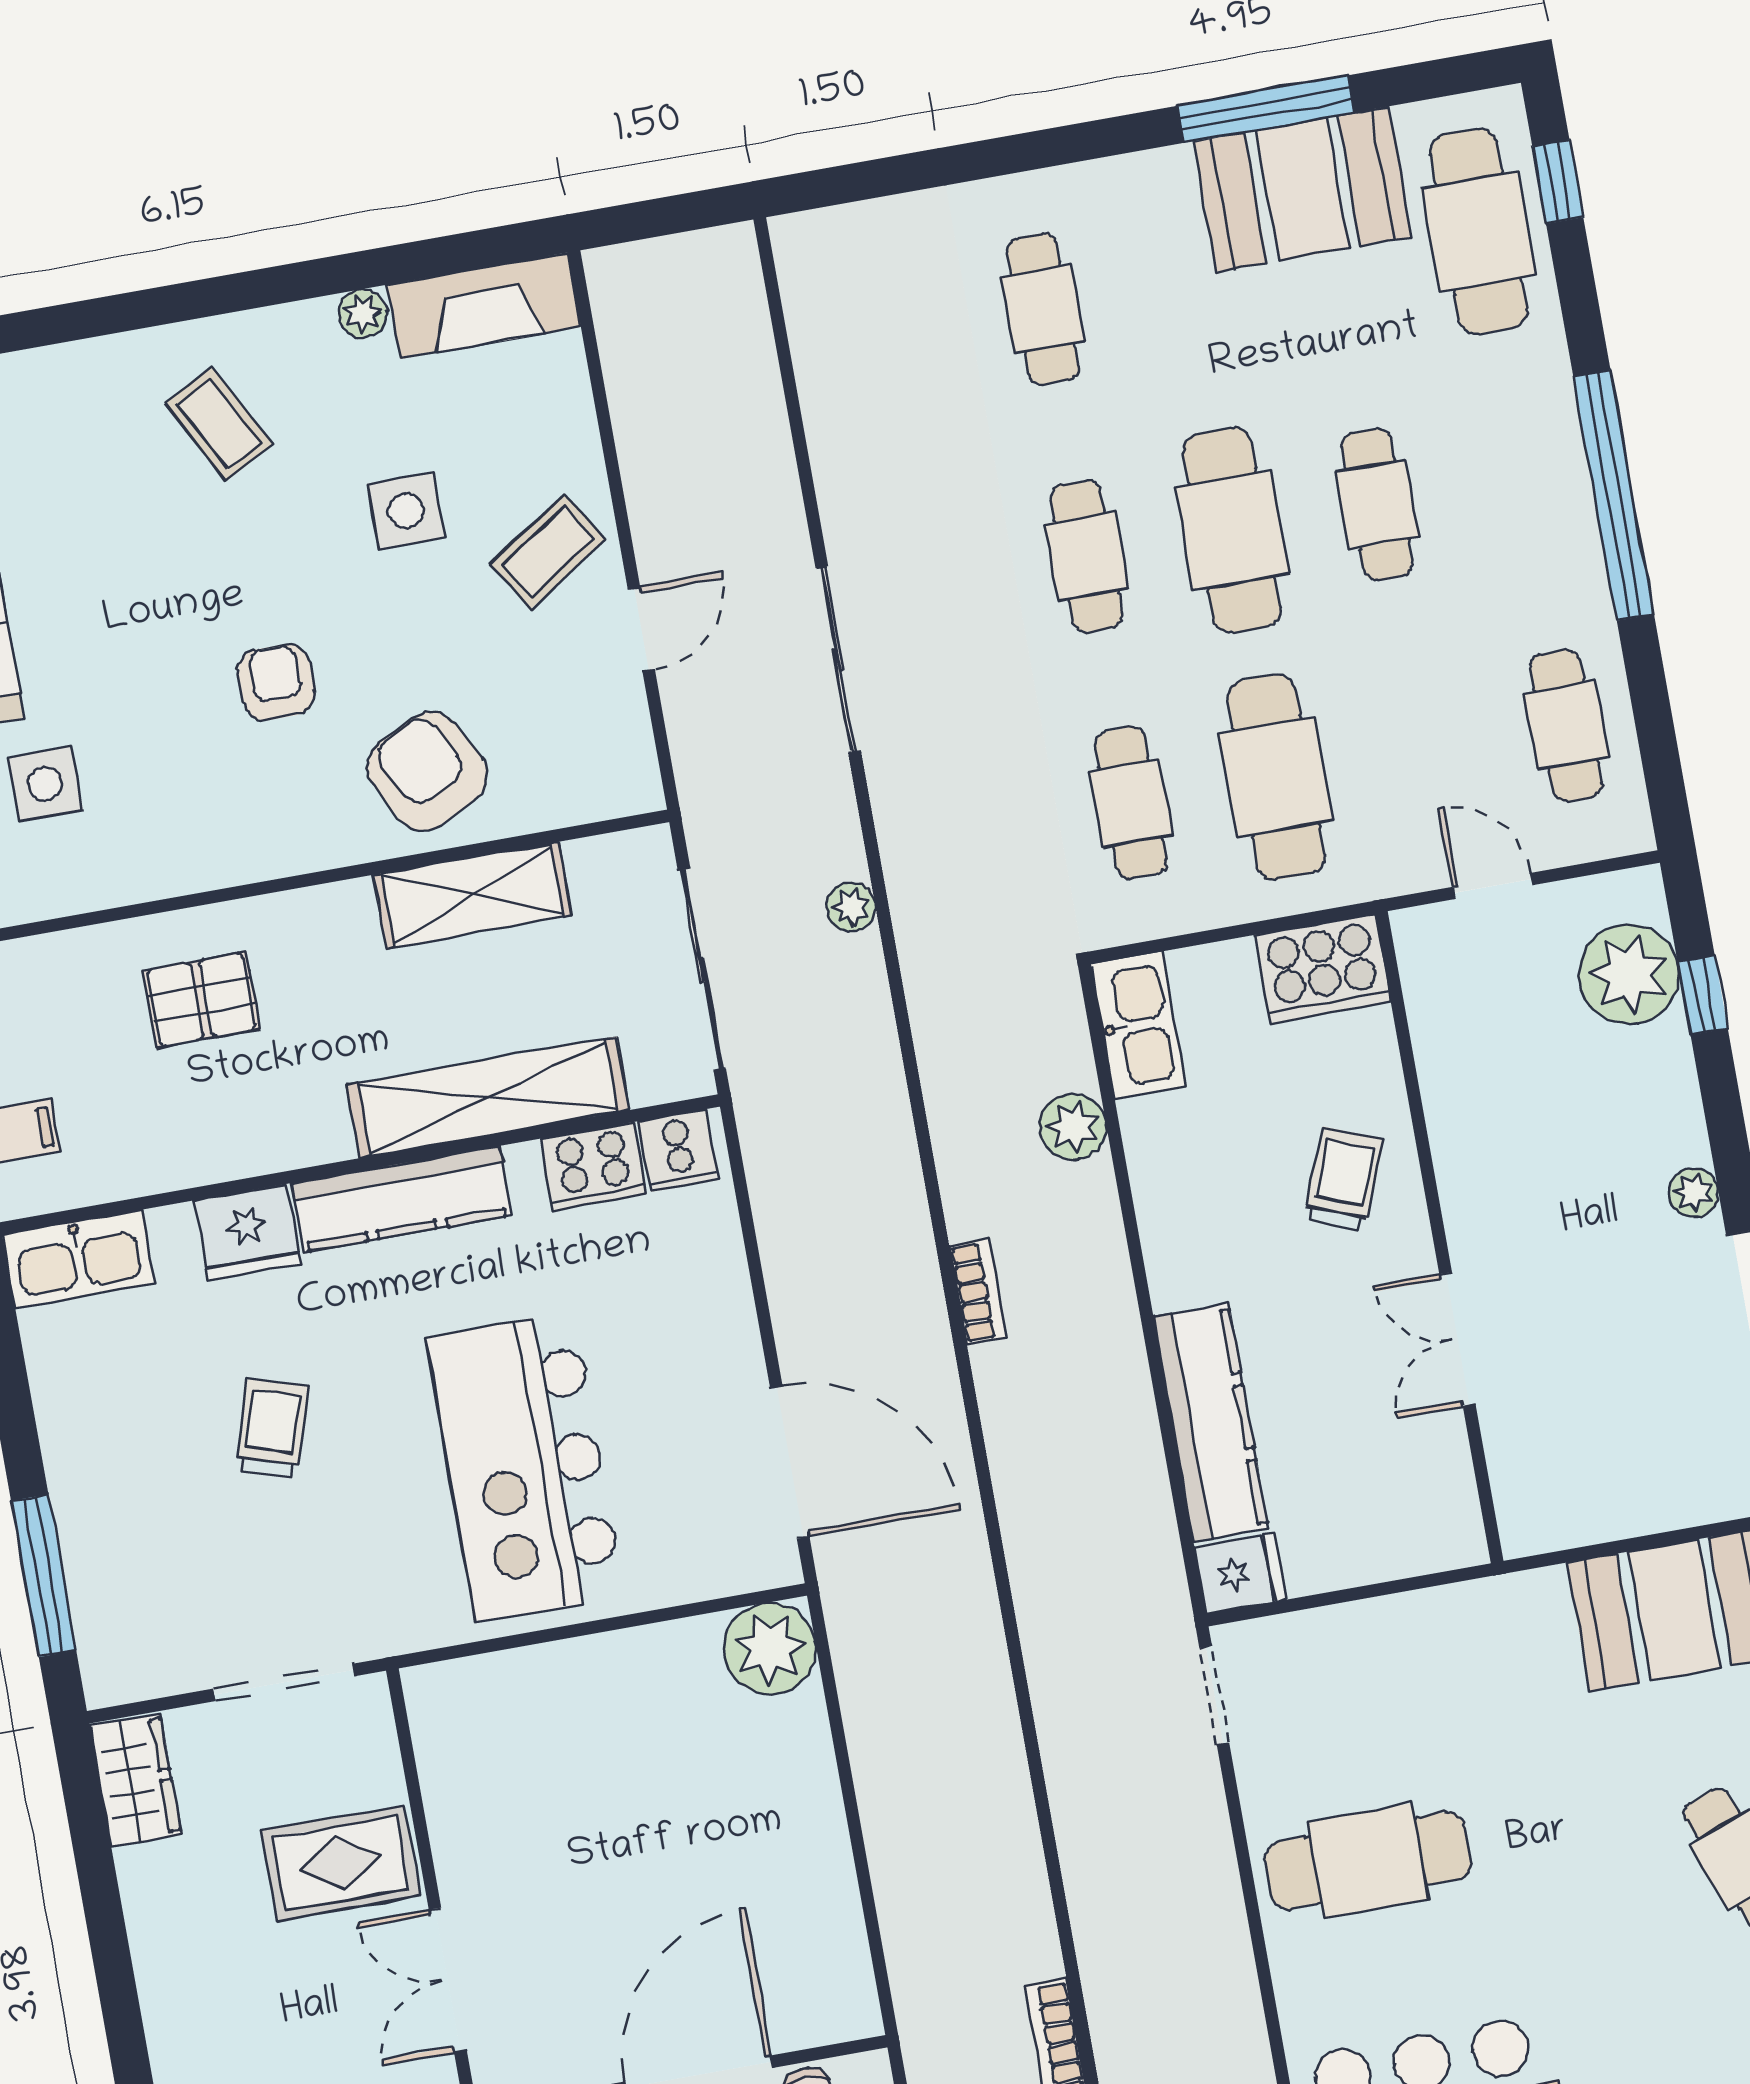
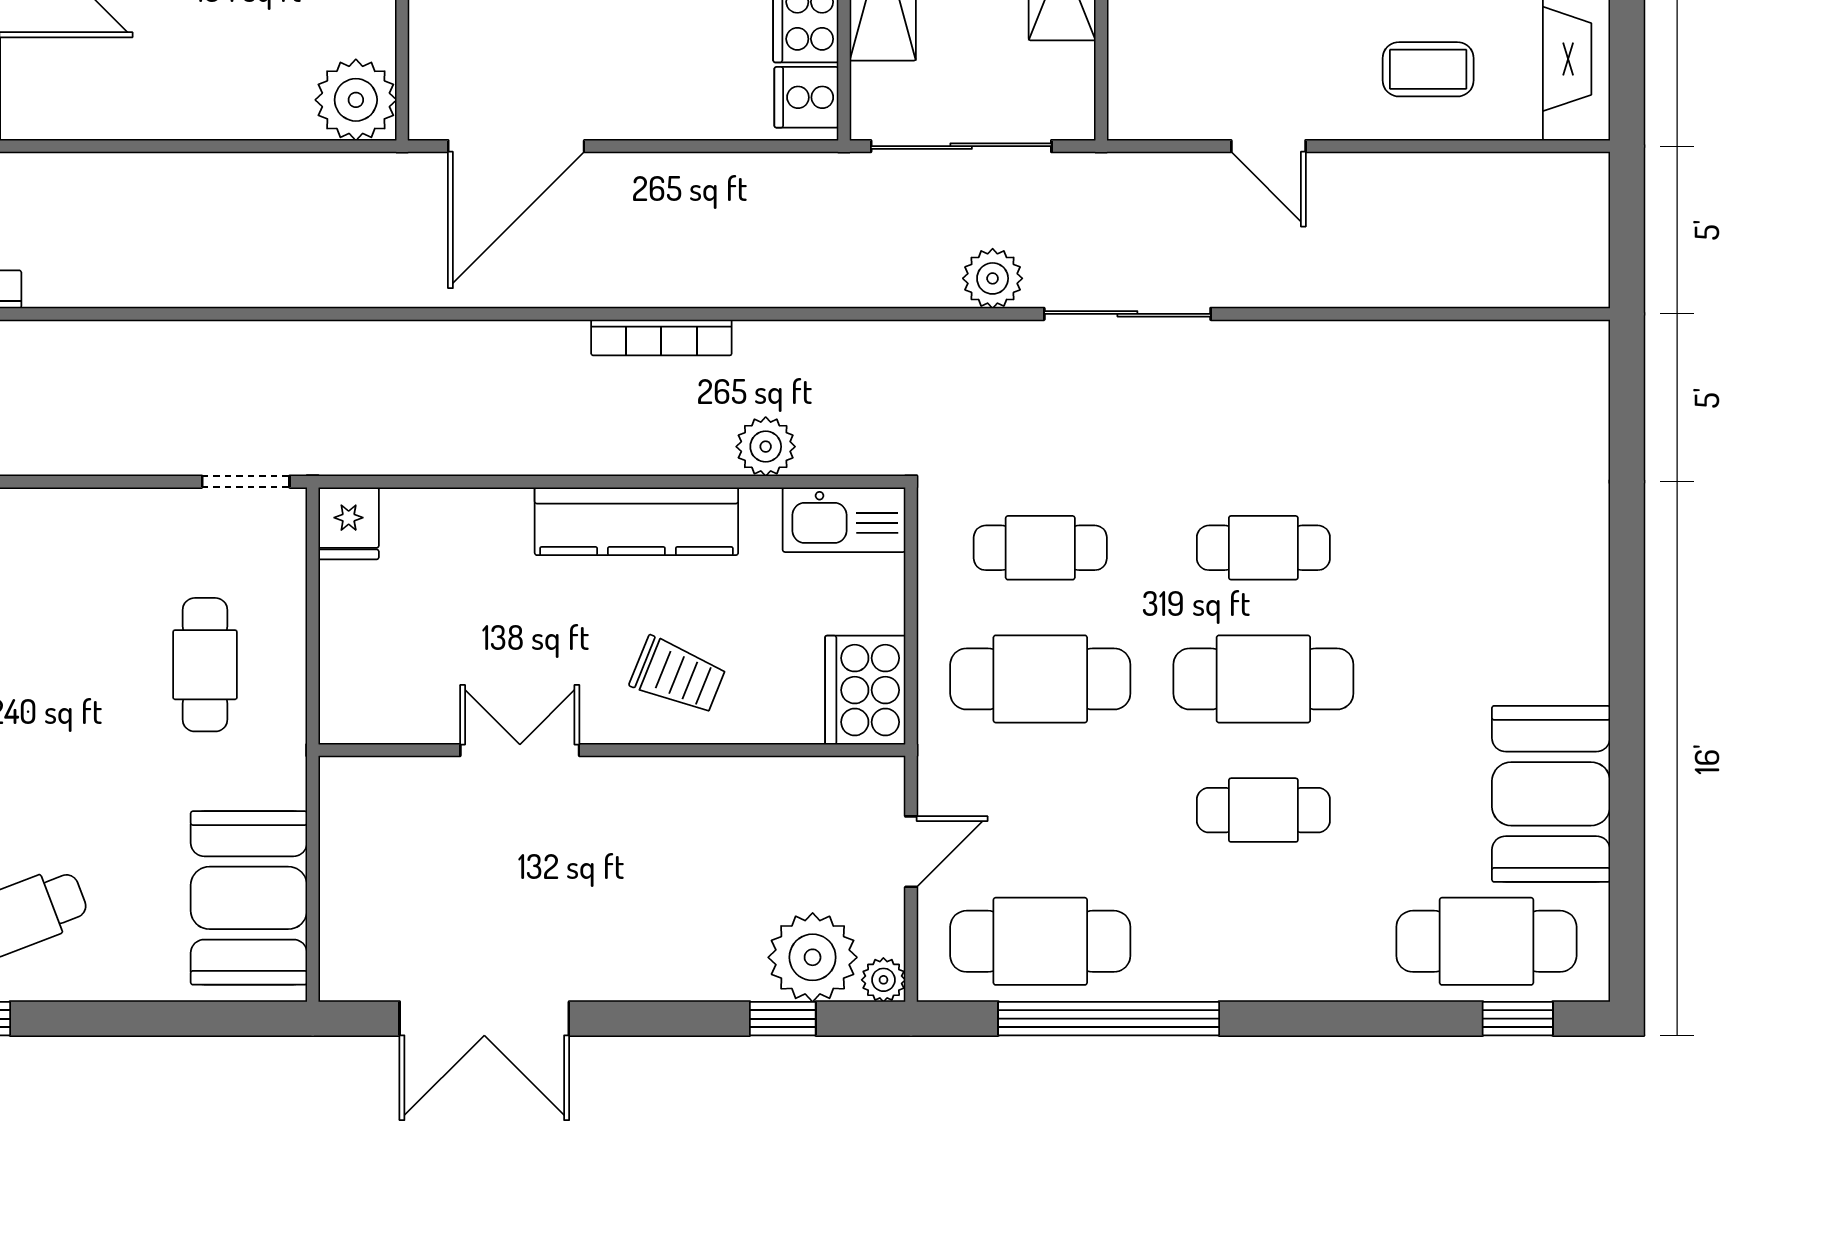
window: (1266, 109) -> (1627, 774), removed
cafe table: (1043, 309) -> (1486, 548), removed
window: (1614, 495) -> (1109, 1019), moved
coffee table: (548, 551) -> (1428, 69), moved, turned -57
sliding door: (838, 659) -> (1127, 314), moved
cafe table: (1566, 725) -> (1040, 941), width x1.37, depth x1.35
plant: (851, 907) -> (993, 278), width x1.38, depth x1.38
plant: (1694, 1193) -> (883, 980), moved
bookcase: (978, 1292) -> (661, 338), width x1.56
kitchen counter: (1211, 1423) -> (636, 521), moved
cafe table: (1368, 1861) -> (205, 665), moved, width x0.73, depth x0.74

